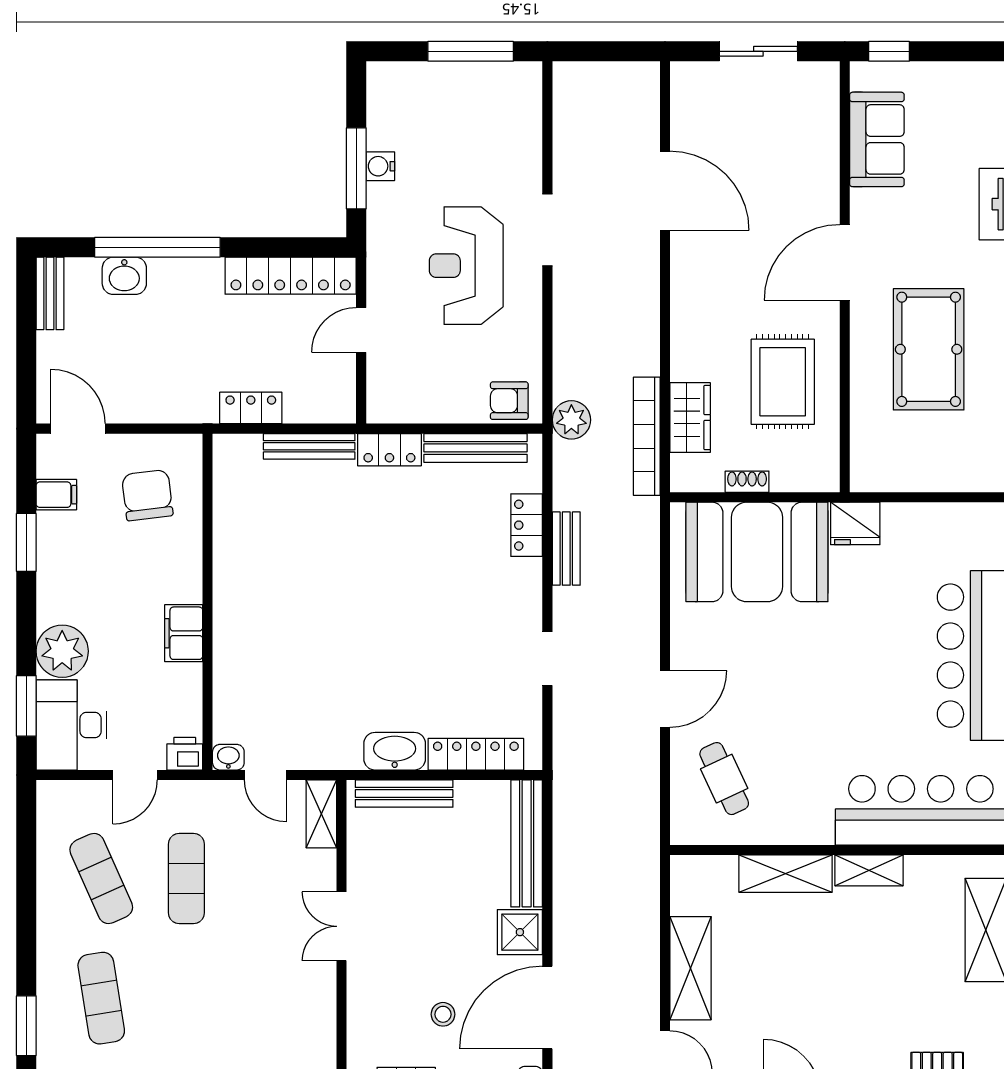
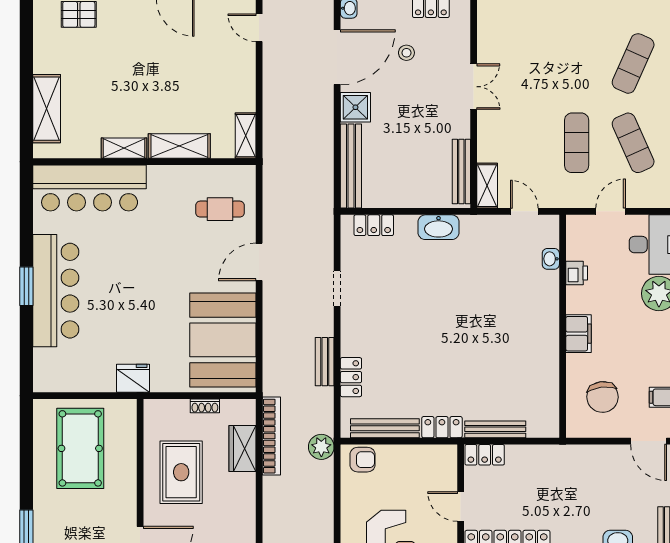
door: (361, 330) -> (461, 507), swing flipped
pool table: (929, 349) -> (80, 448), moved
locker: (251, 408) -> (485, 455), moved
booth: (757, 552) -> (223, 340), moved, turned 90
filing cabinet: (184, 633) -> (578, 334), moved
printer: (185, 754) -> (577, 273), moved, turned -90
locker: (476, 754) -> (374, 225), width x0.66
washbasin: (228, 757) -> (551, 259), moved, turned 90
cafe table: (724, 779) -> (220, 209), turned -65
bench: (404, 794) -> (461, 172), moved, turned 90
double door: (342, 926) -> (474, 87), moved
shelving: (691, 968) -> (246, 136), moved, width x0.67, depth x0.75
exercise mat: (101, 998) -> (633, 63), turned 33

